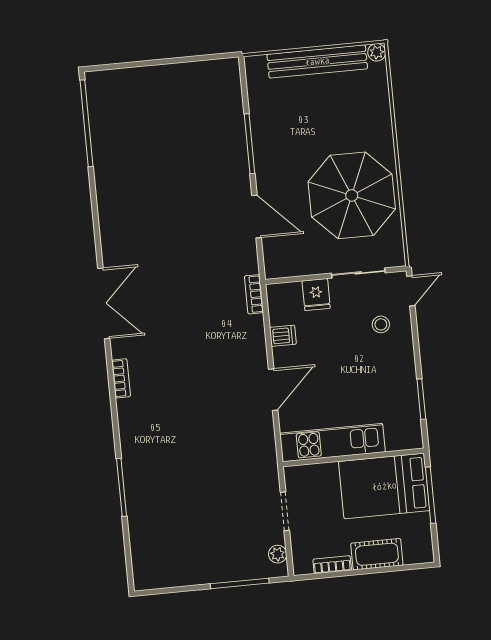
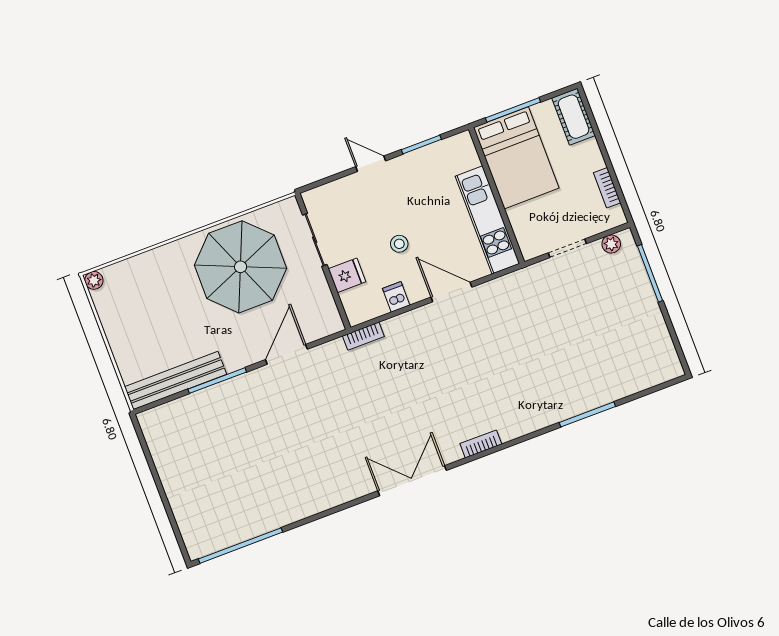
bench: (317, 61) -> (176, 381), moved, turned 90
door: (411, 291) -> (371, 164), moved
stool: (381, 324) -> (399, 244), moved
cot: (377, 554) -> (574, 117), moved

